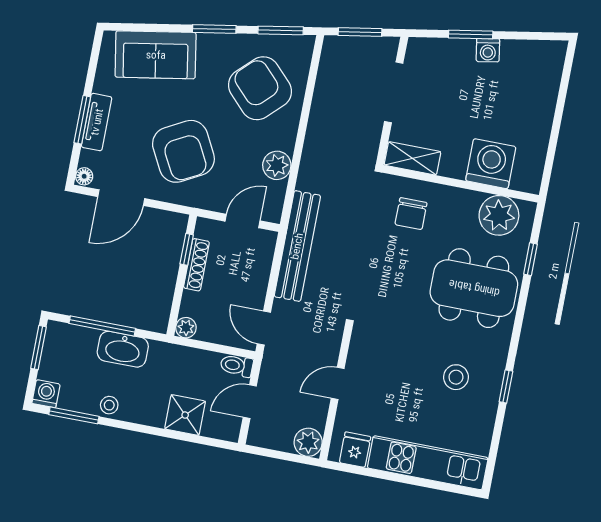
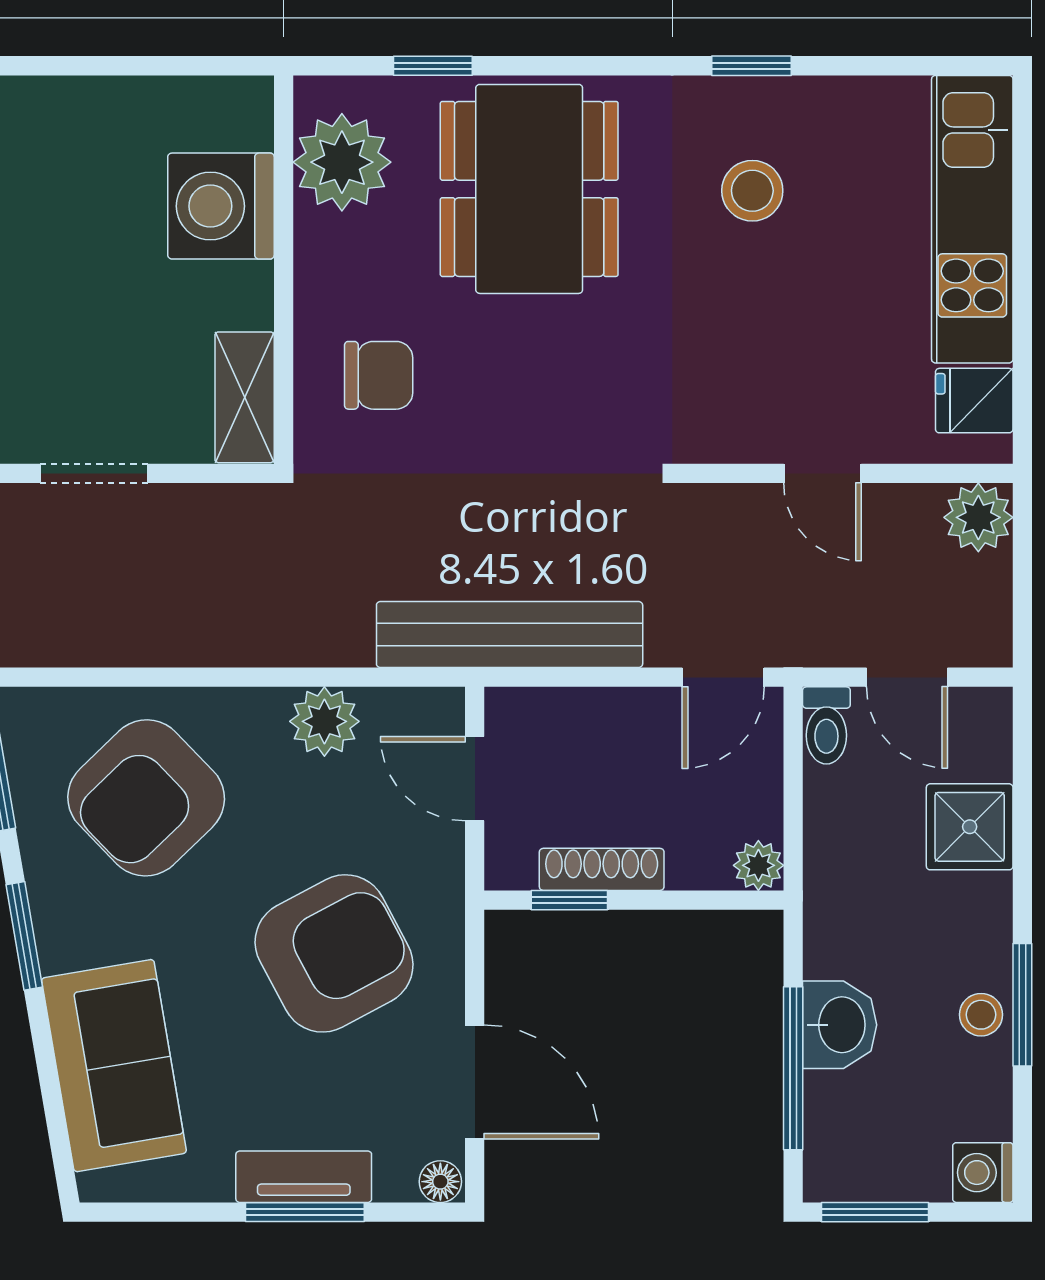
doorway: (394, 92) -> (94, 473), width x0.73
washbasin: (123, 349) -> (840, 1025), width x0.72
window: (74, 415) -> (1022, 1005), moved

